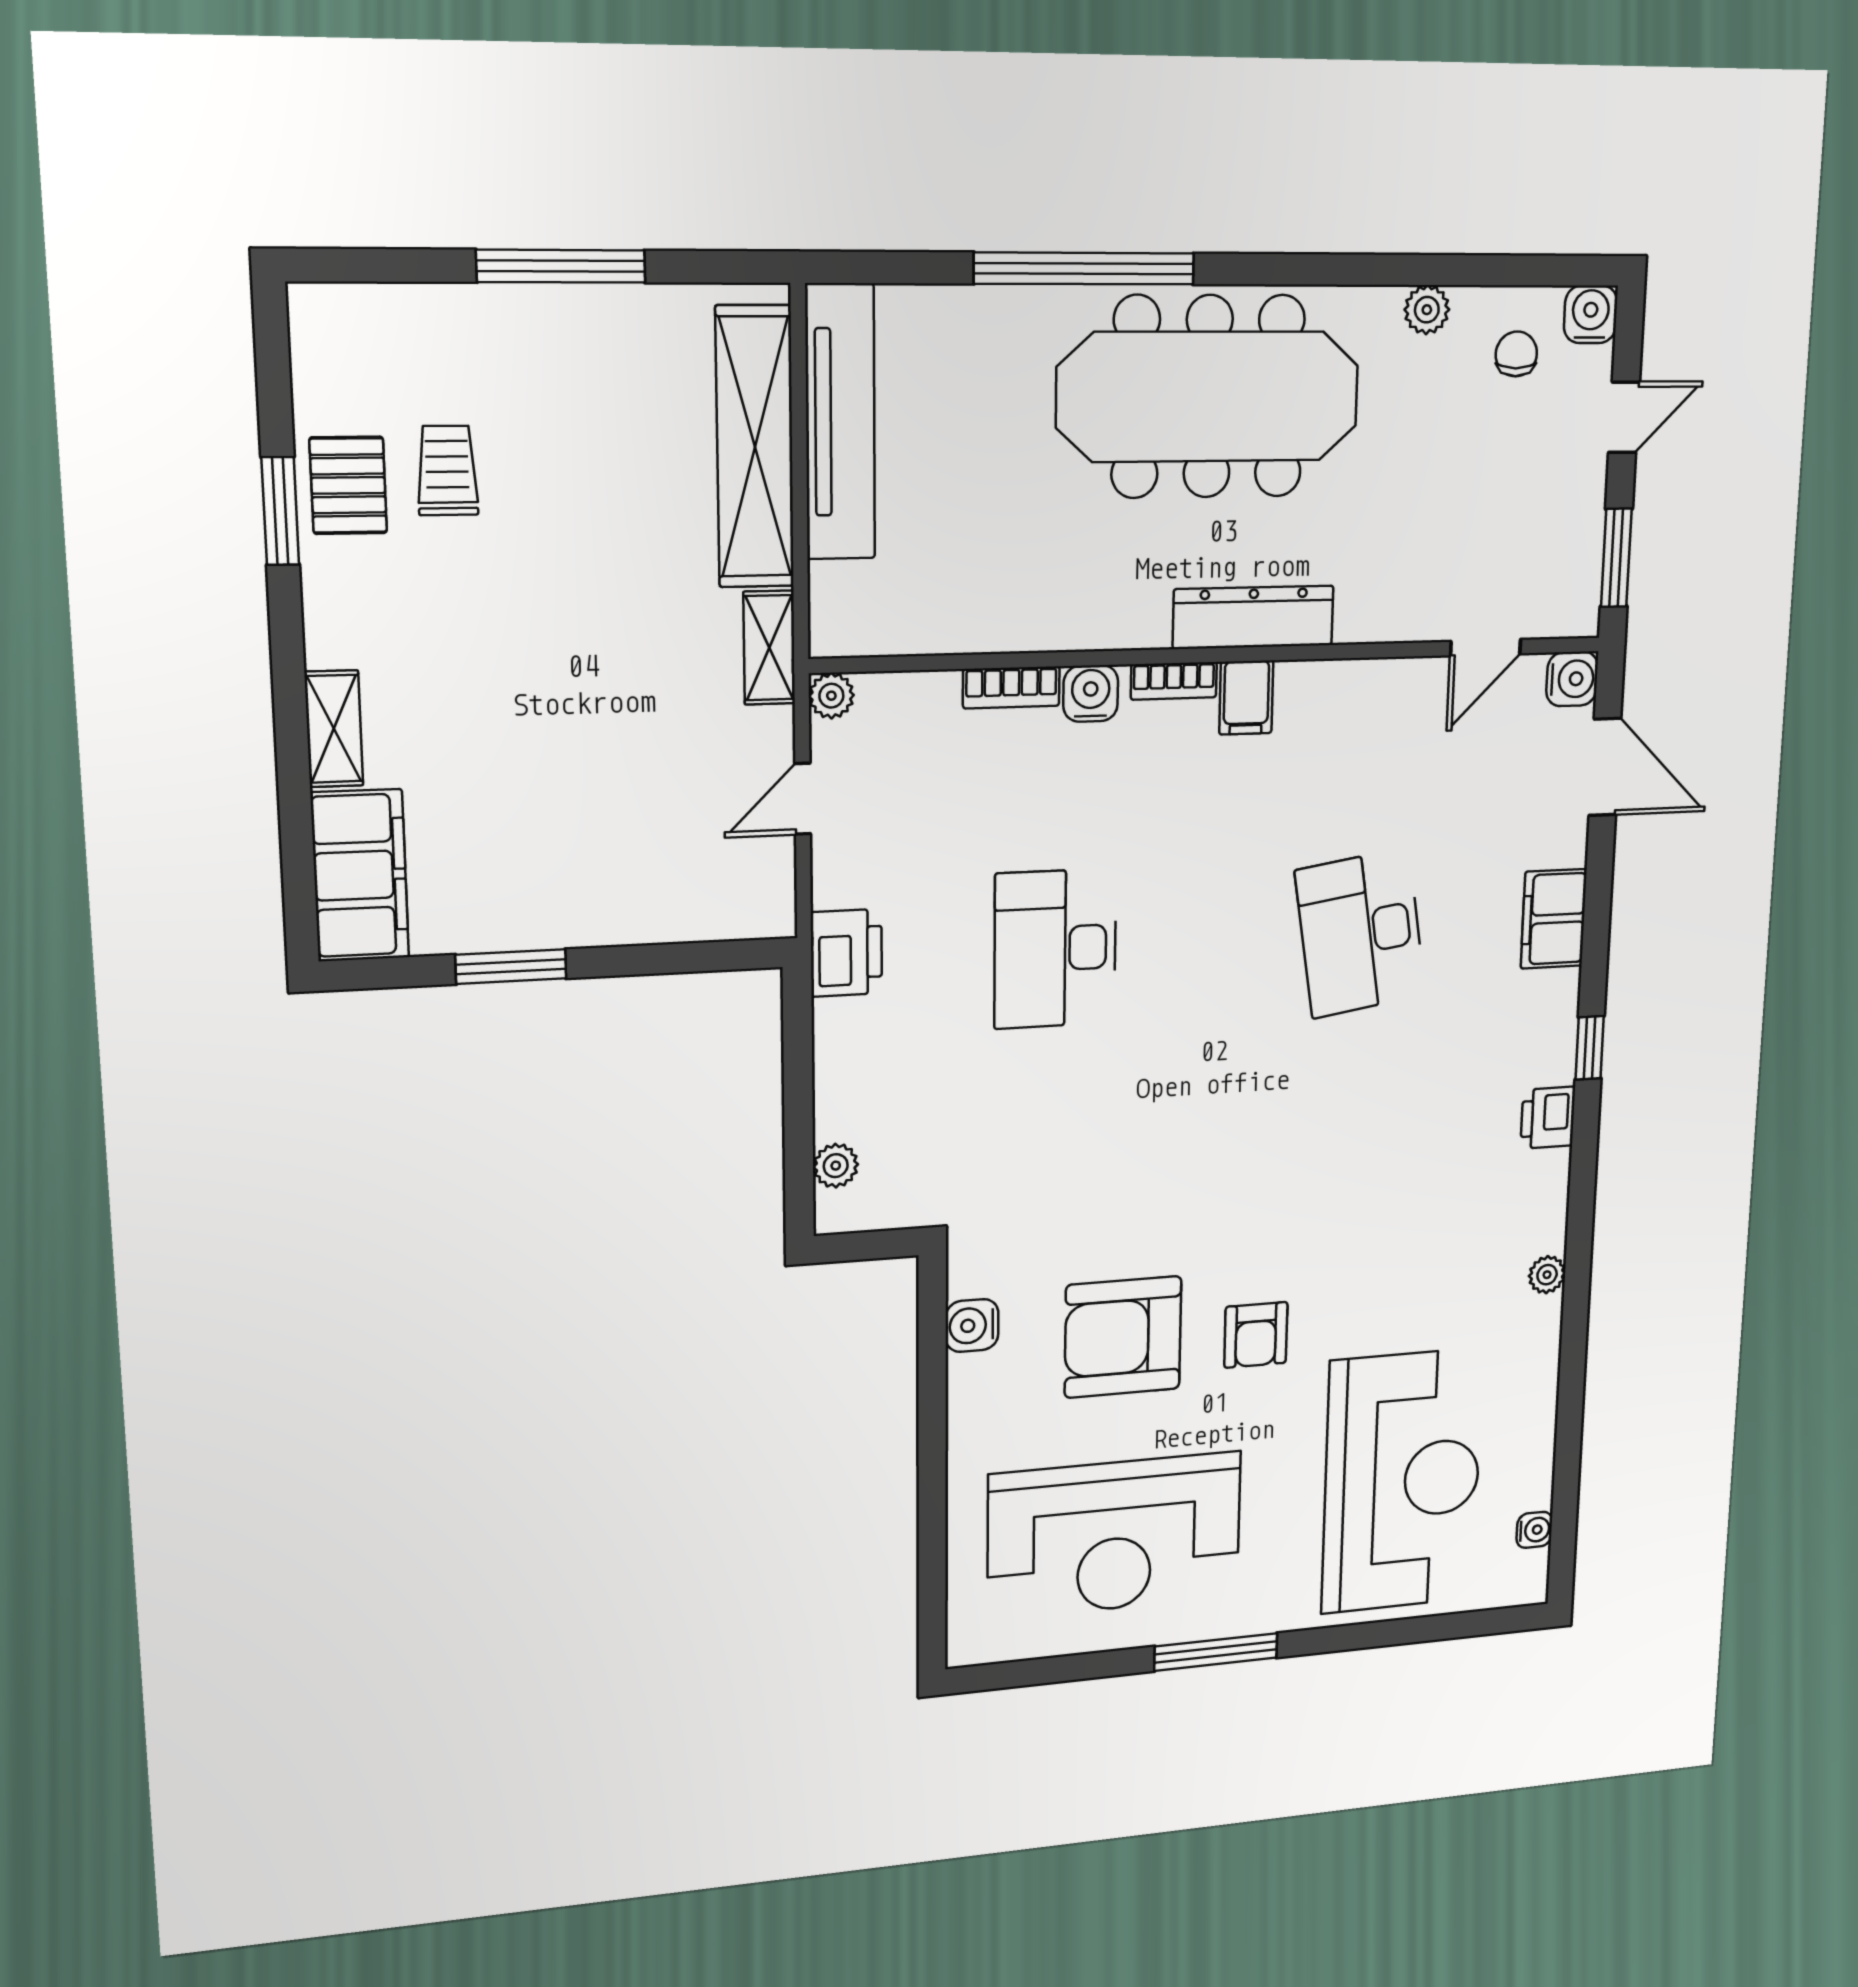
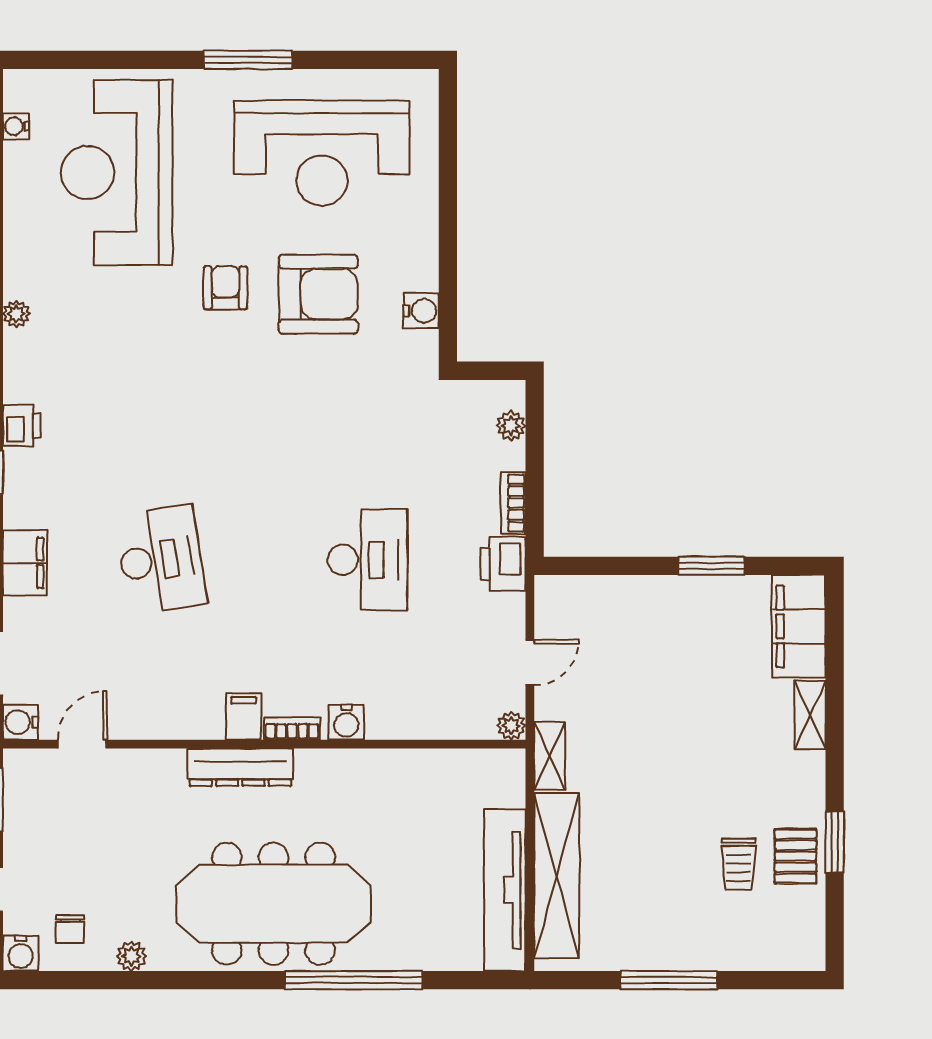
bookcase: (1011, 687) -> (513, 503), moved, turned -90
reception desk: (1114, 1536) -> (322, 153), turned 180

